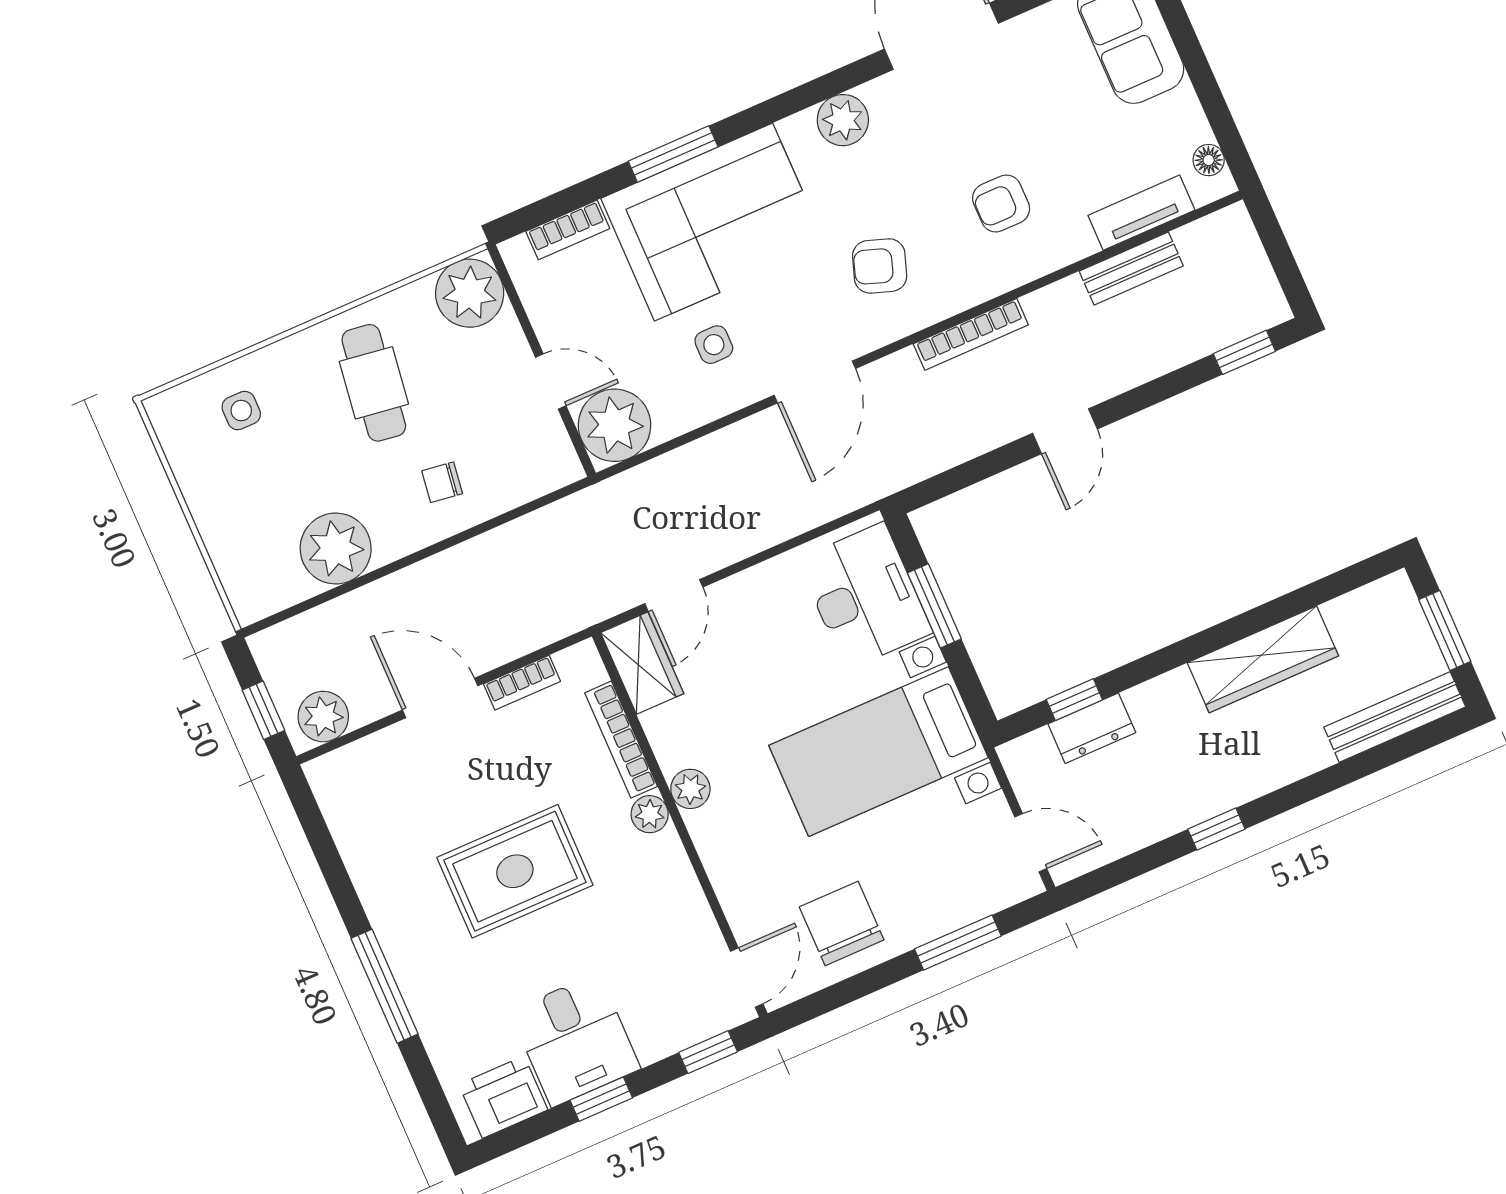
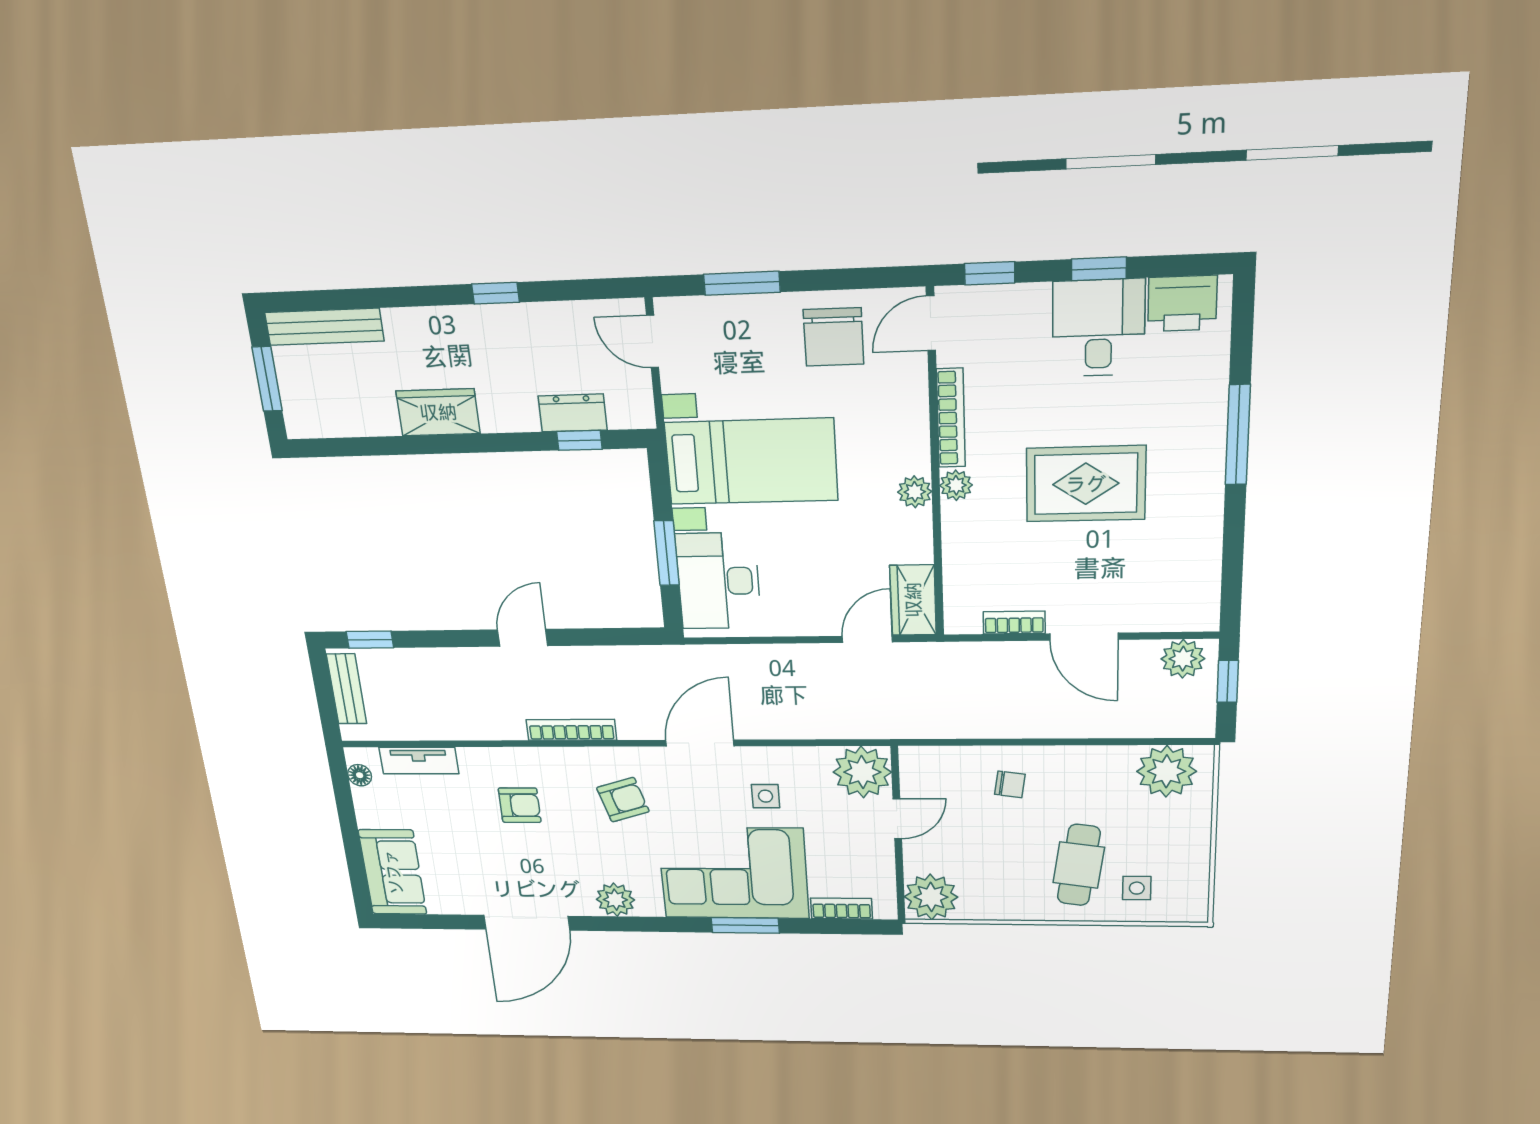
armchair: (880, 266) -> (623, 800), turned -36
bench: (1131, 269) -> (347, 689), moved, turned 90
door: (551, 382) -> (897, 819), swing flipped
cafe table: (374, 383) -> (1079, 865), moved
plant: (336, 549) -> (1167, 771), moved
wardrobe: (1263, 659) -> (438, 412), width x0.67
bookcase: (621, 740) -> (951, 418), moved

